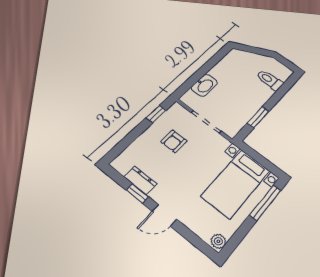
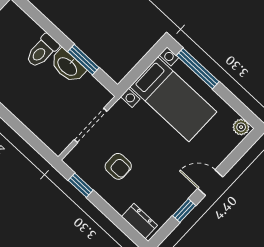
toilet: (270, 80) -> (42, 51), moved
washbasin: (204, 85) -> (68, 66), moved, turned 180
dresser: (140, 180) -> (139, 221), moved, turned 90
door: (164, 215) -> (210, 183), swing flipped

